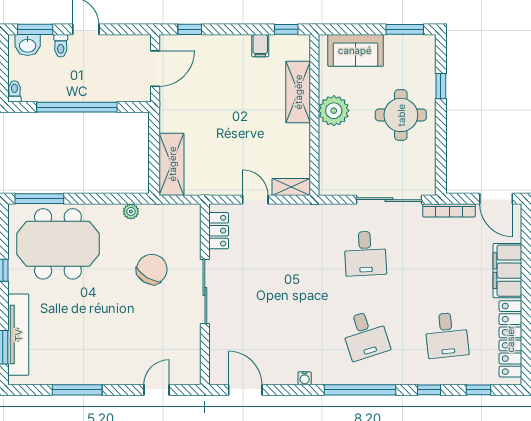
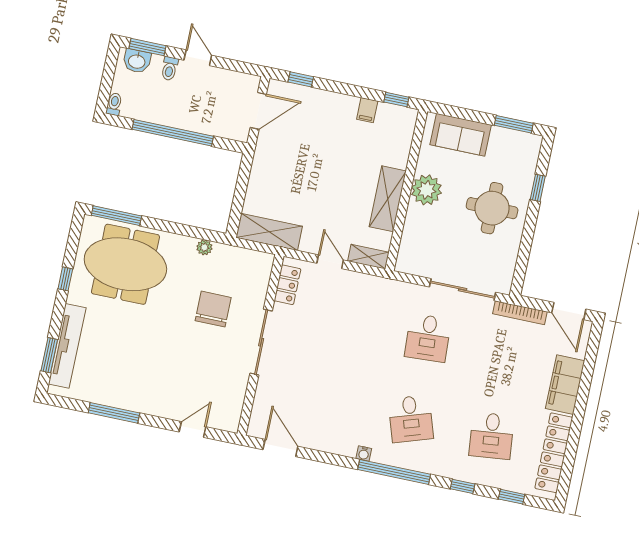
shelving: (298, 92) -> (388, 199), moved
shelving: (172, 164) -> (269, 232), moved, turned 90
chair: (152, 269) -> (213, 309), turned -31
water cooler: (305, 378) -> (364, 454), moved

